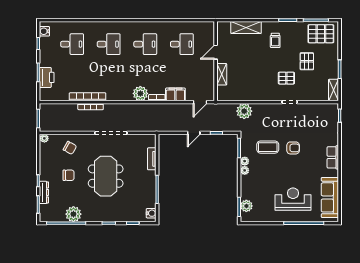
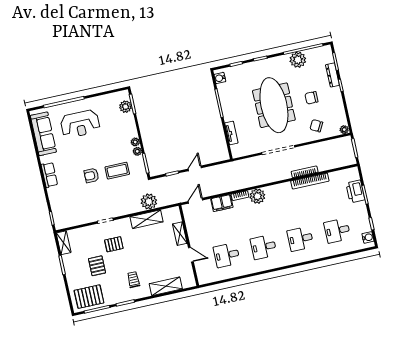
door: (216, 52) -> (191, 255), hinge flipped
shelving: (250, 95) -> (147, 219), added
meeting table: (106, 176) -> (274, 105), width x1.36

